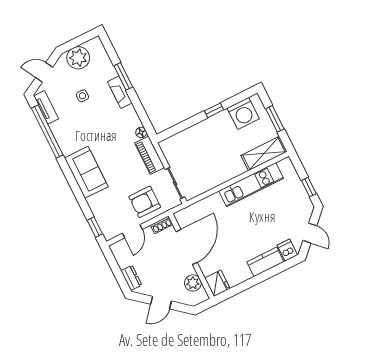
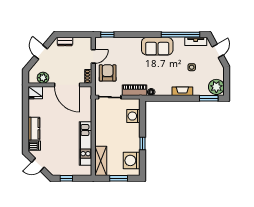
plant: (78, 58) -> (216, 87), moved
window: (123, 76) -> (209, 98), moved
washing machine: (184, 140) -> (133, 116), added
sofa: (86, 172) -> (157, 46), moved
door: (132, 231) -> (93, 56), swing flipped

